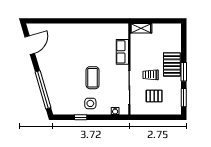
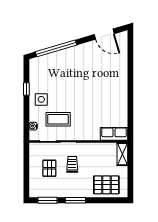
row of seats: (122, 52) -> (114, 134), moved
pallet: (172, 64) -> (106, 185), moved
coffee table: (93, 78) -> (58, 119), moved

